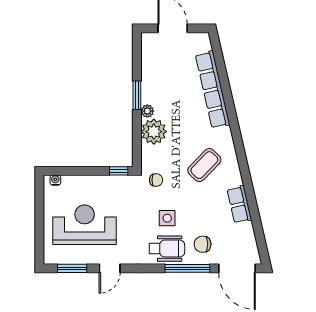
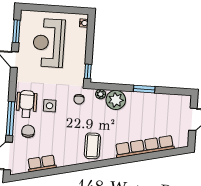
plant: (147, 111) -> (101, 94), moved
coffee table: (204, 165) -> (92, 146), moved, turned 46
row of seats: (239, 204) -> (42, 163), moved
reception desk: (85, 225) -> (49, 43), turned 180
wheelchair: (167, 249) -> (27, 104), turned 180

